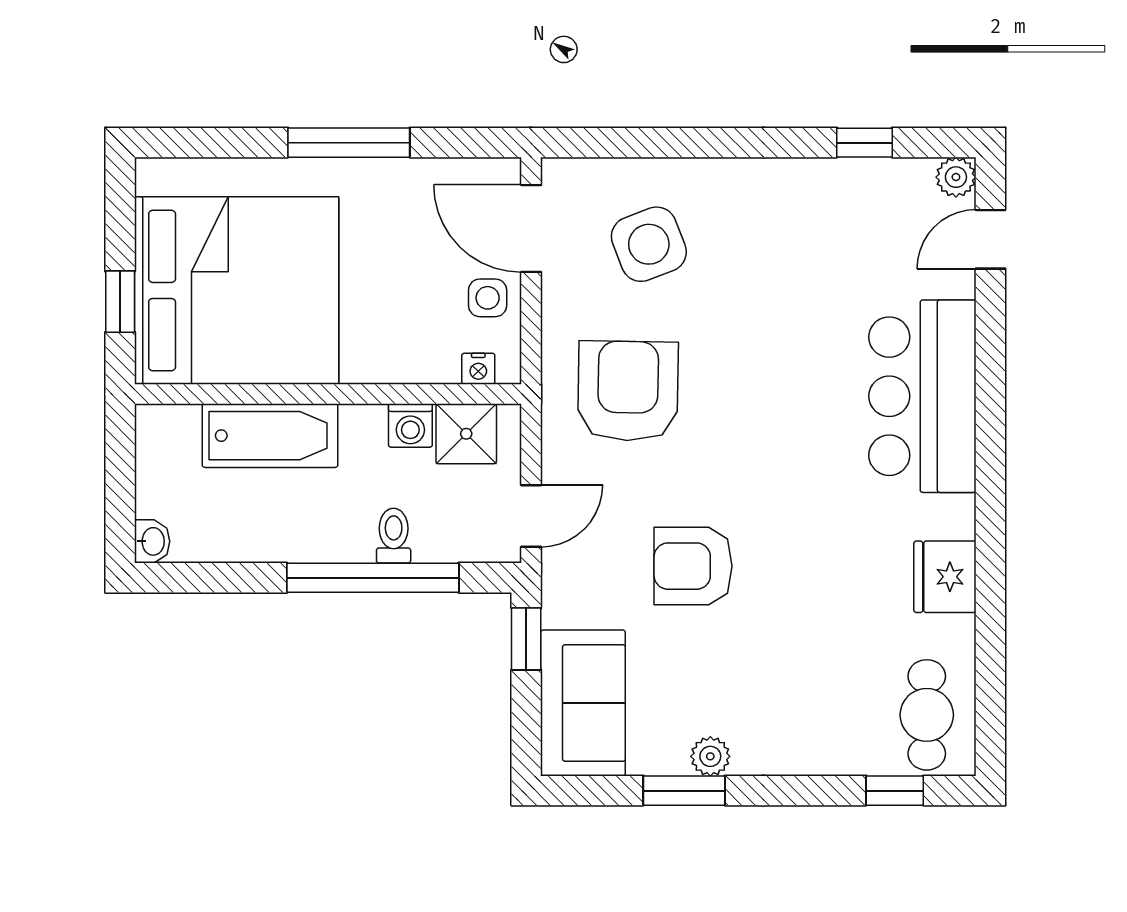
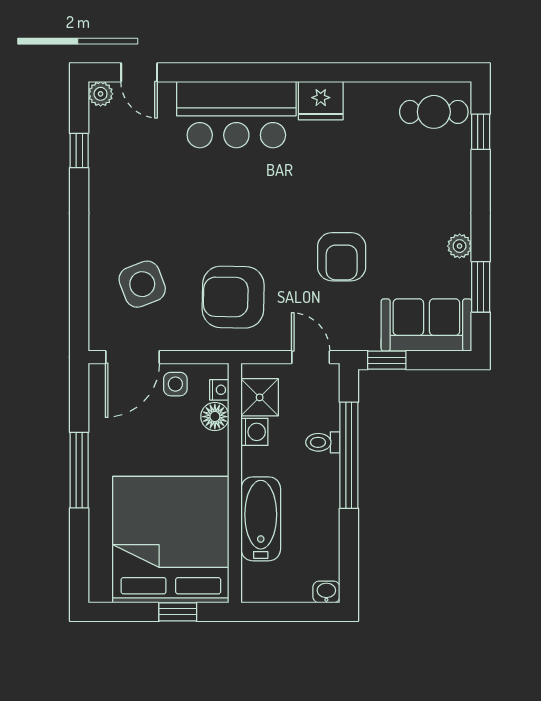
floor lamp: (435, 362) -> (215, 417), added
fridge: (945, 577) -> (321, 101), moved
window: (684, 791) -> (481, 287), moved

